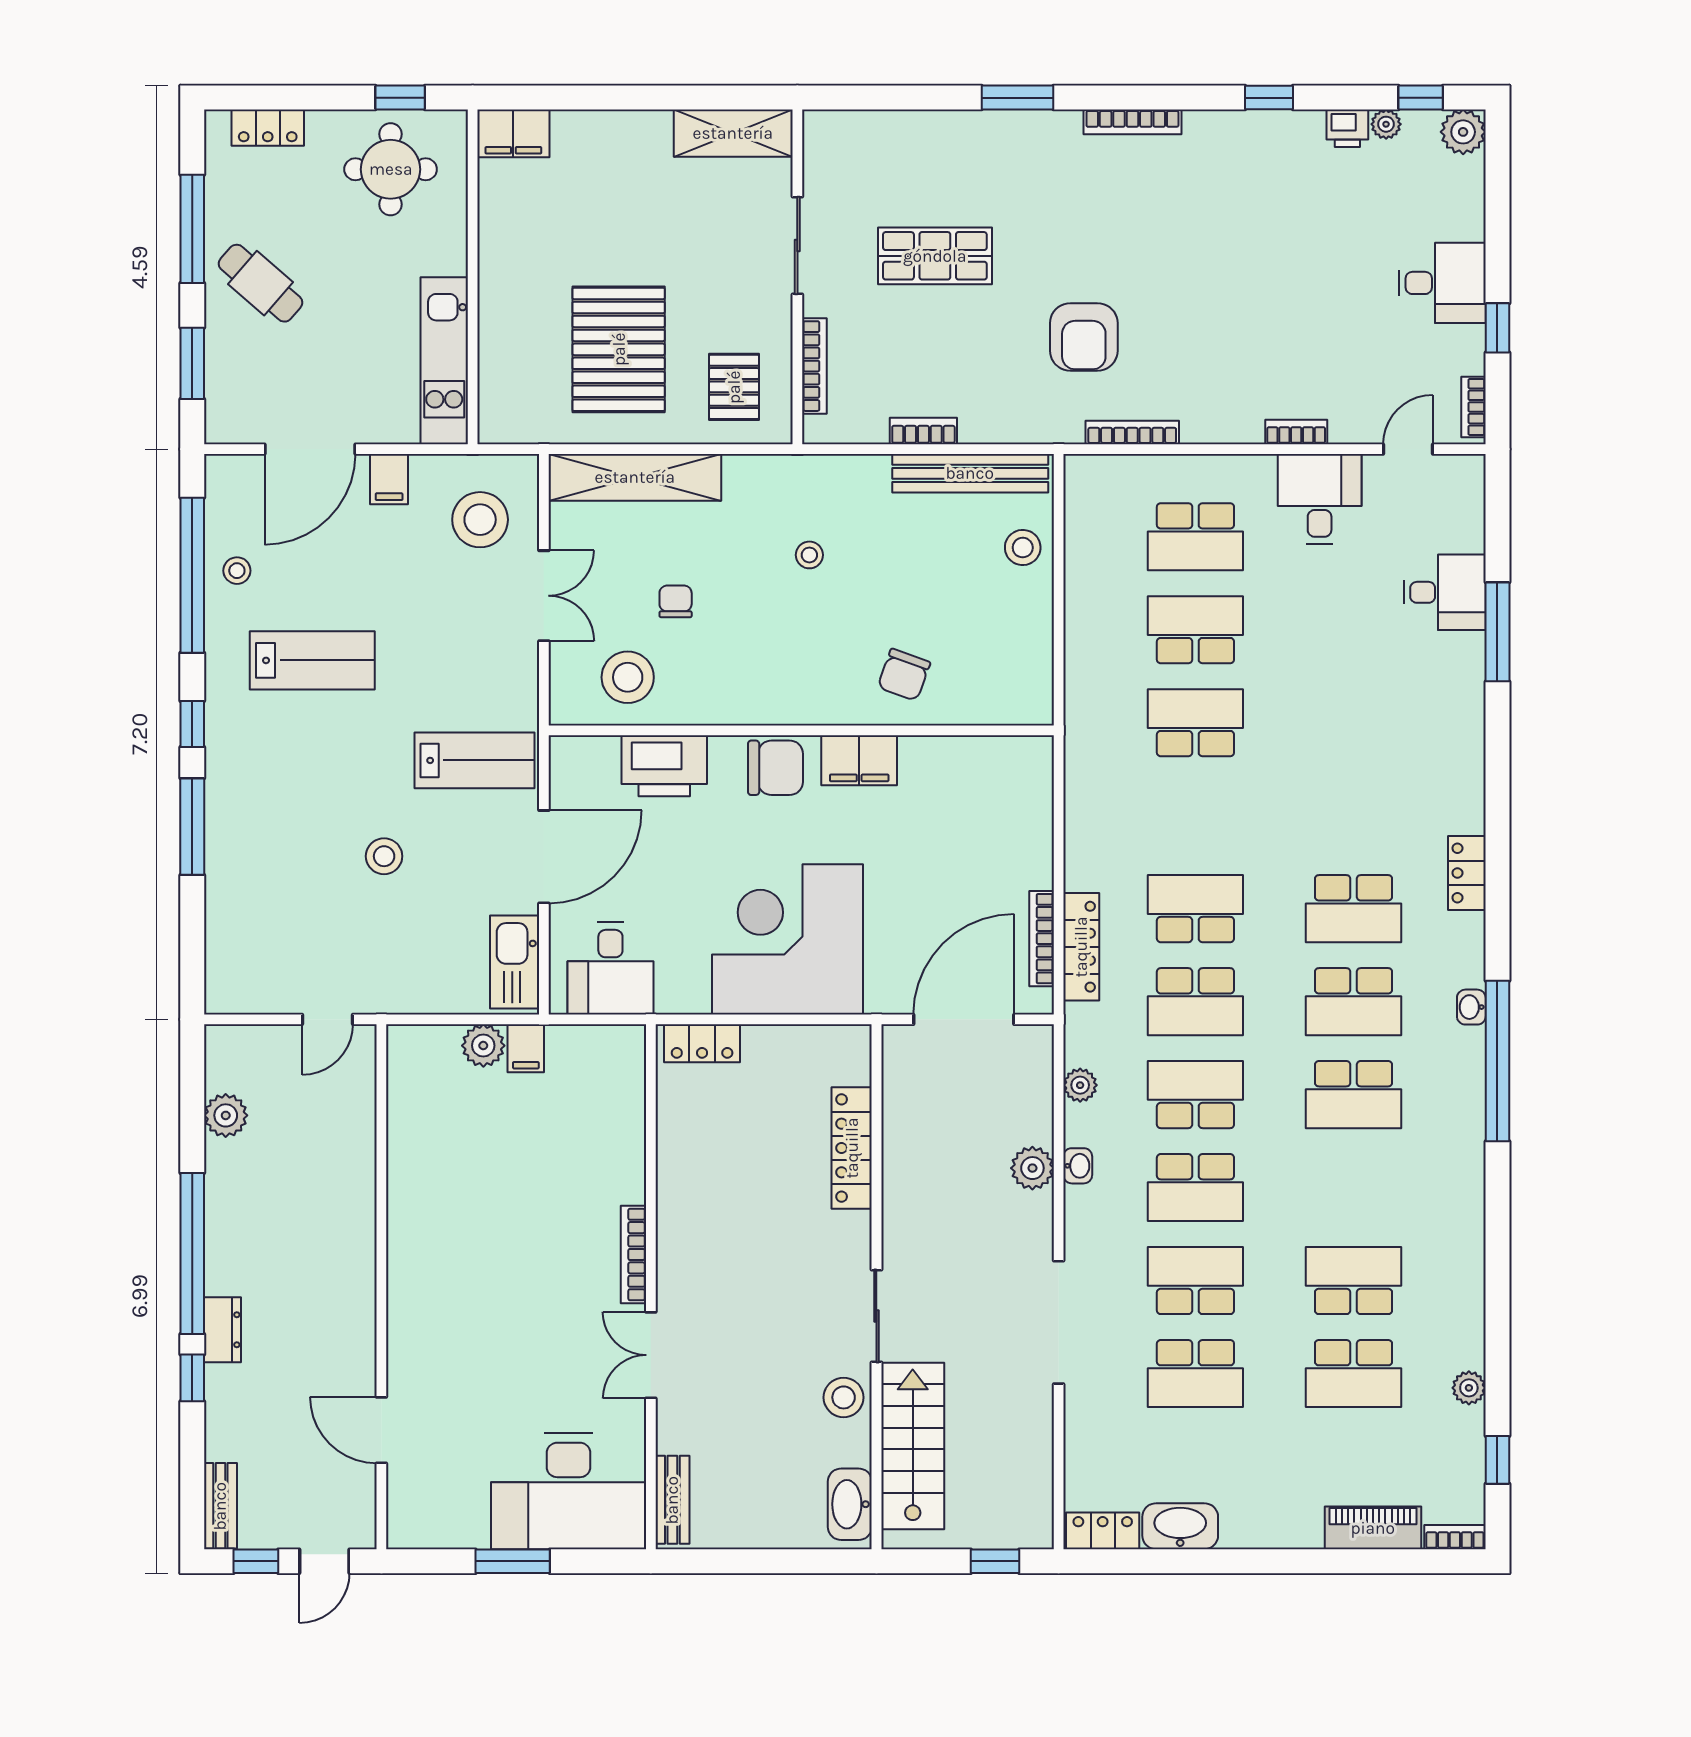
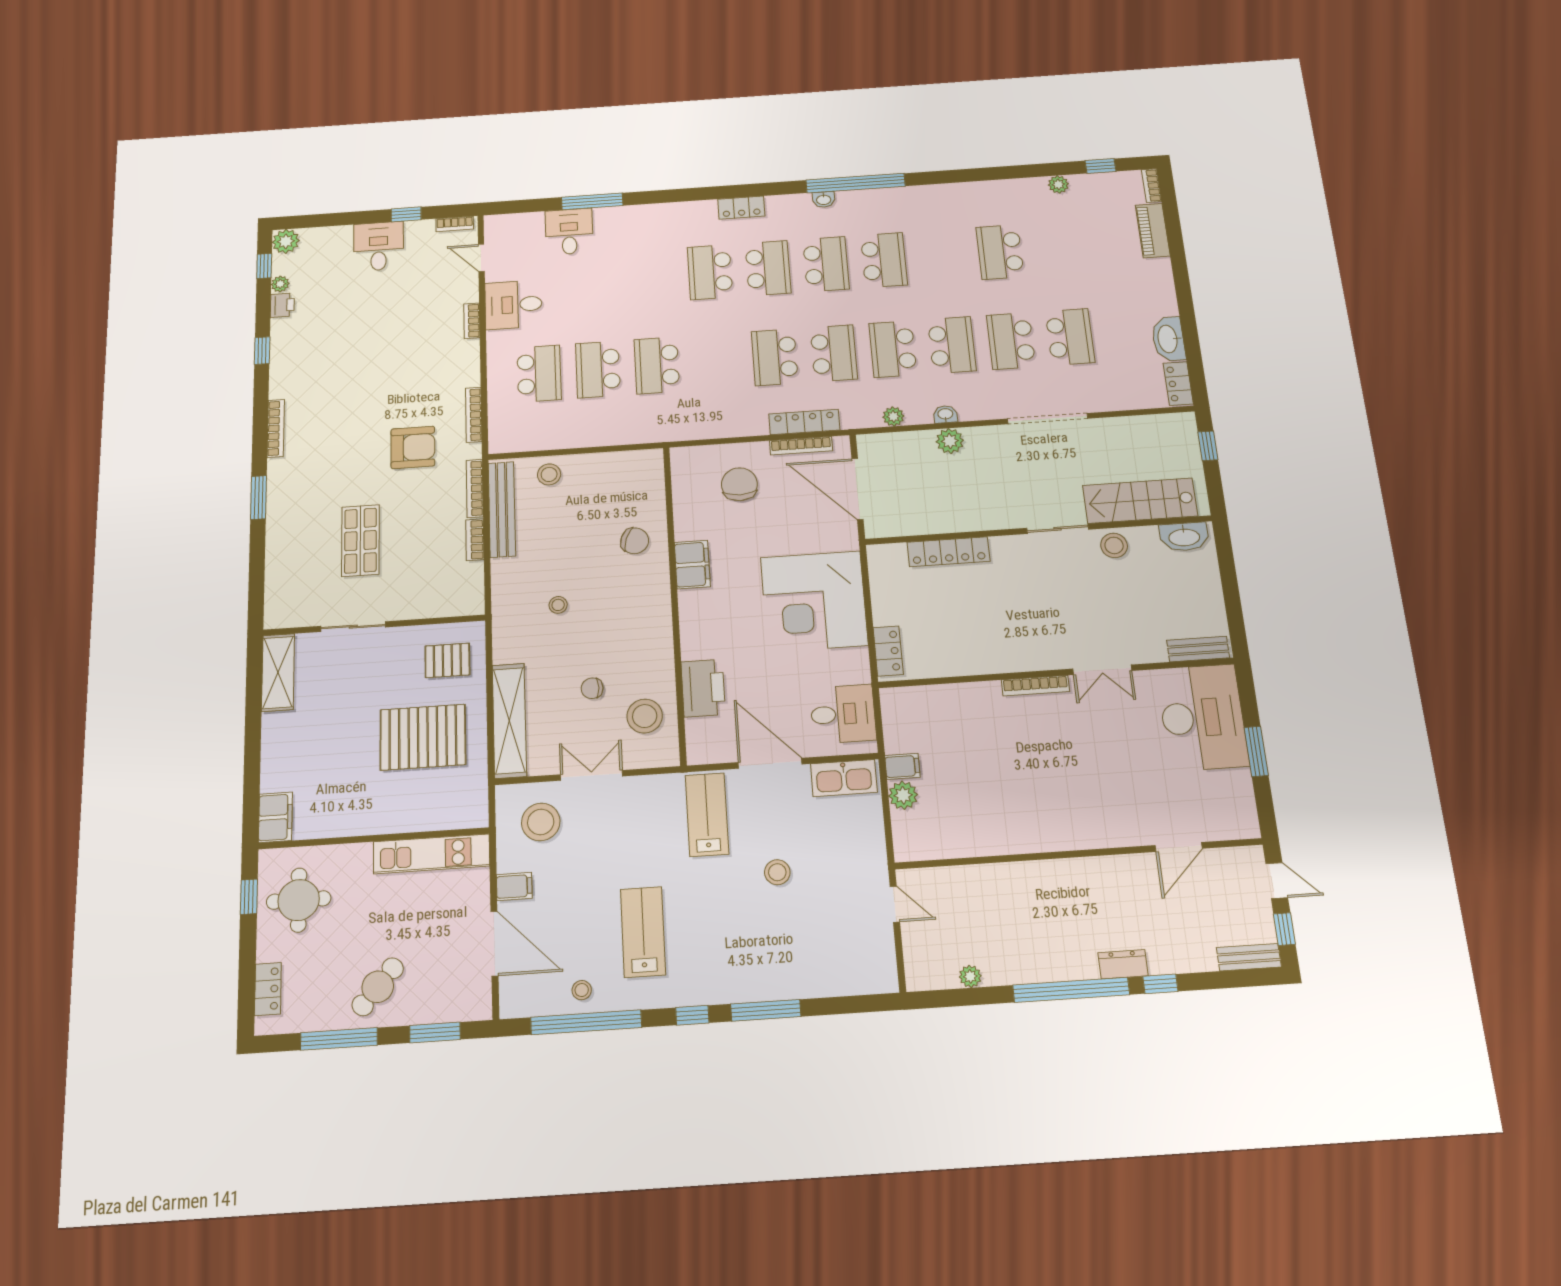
bookcase: (814, 366) -> (475, 488), moved, turned -90
chair: (775, 768) -> (739, 484), moved
plant: (226, 1115) -> (970, 976), width x0.73, depth x0.73
school desk: (1354, 1374) -> (710, 272), moved, turned 180

